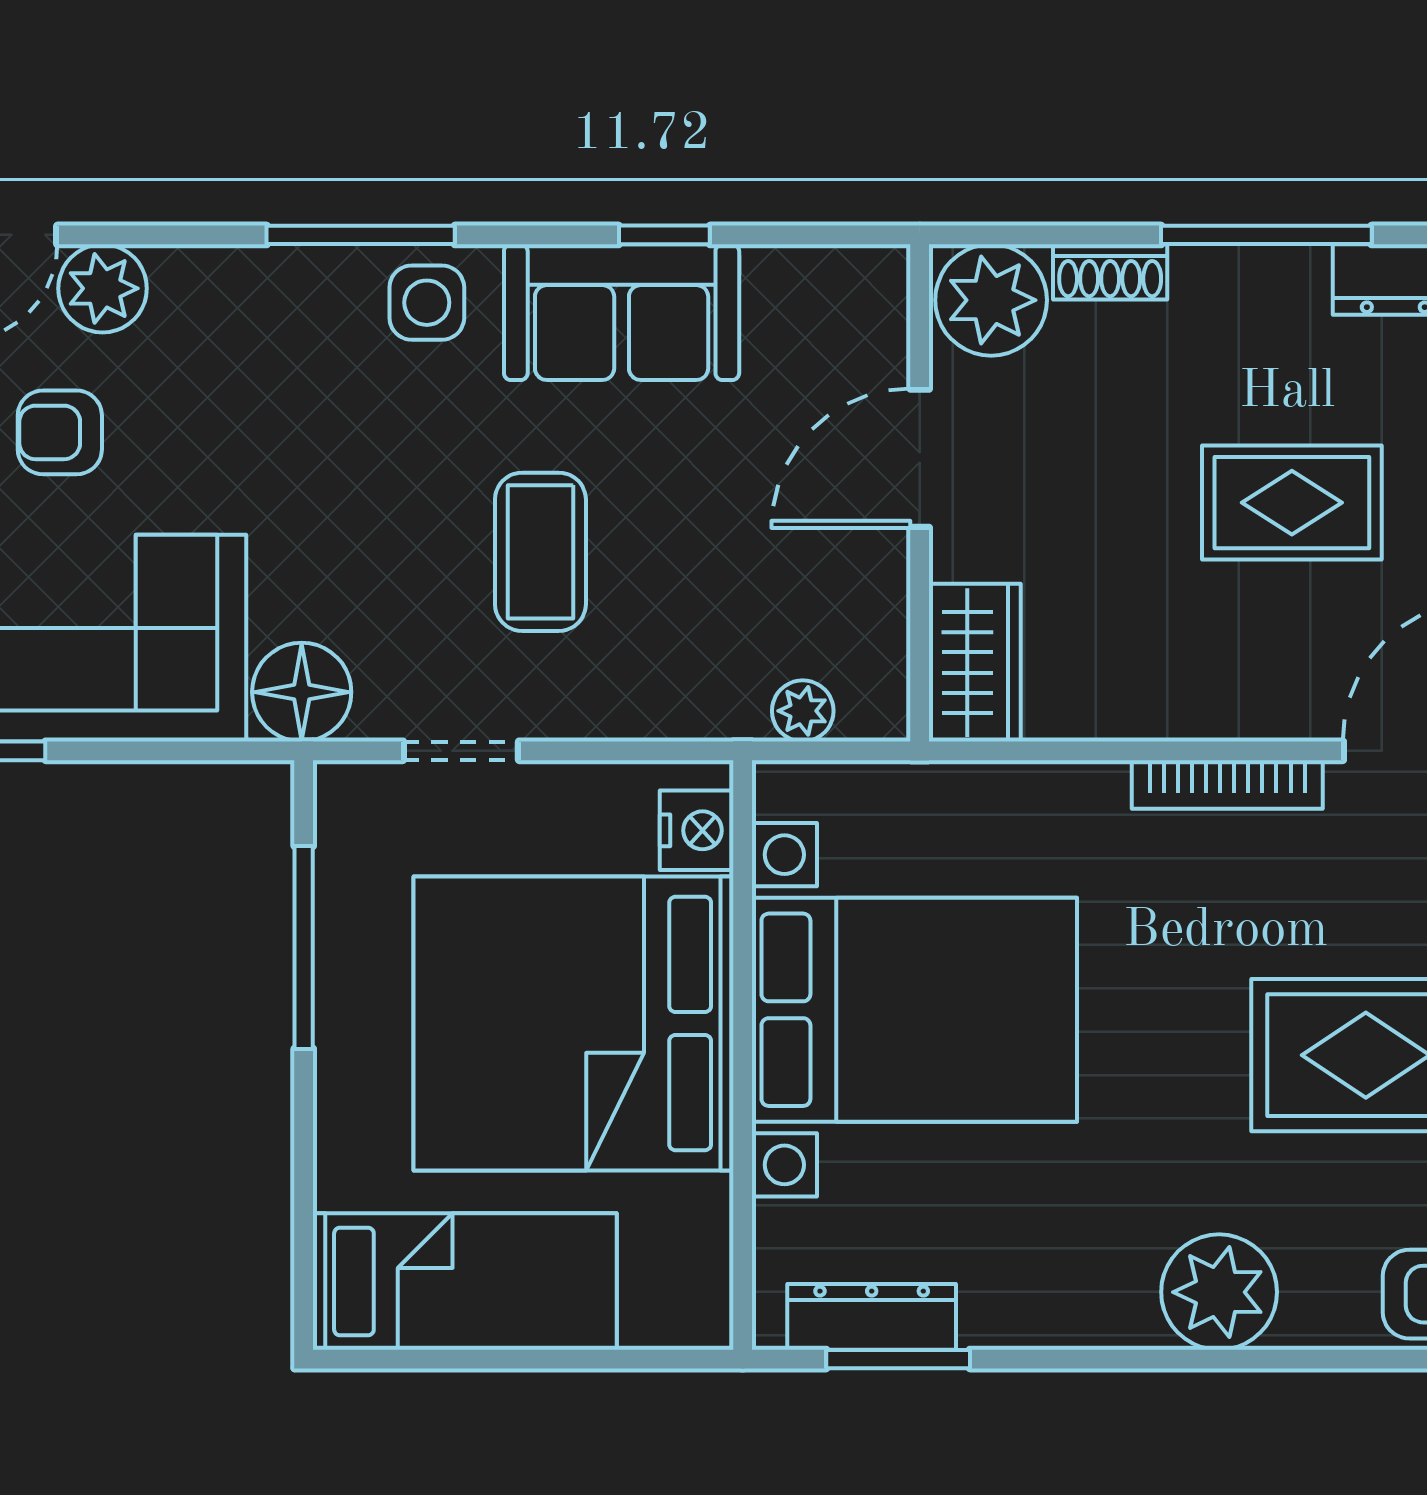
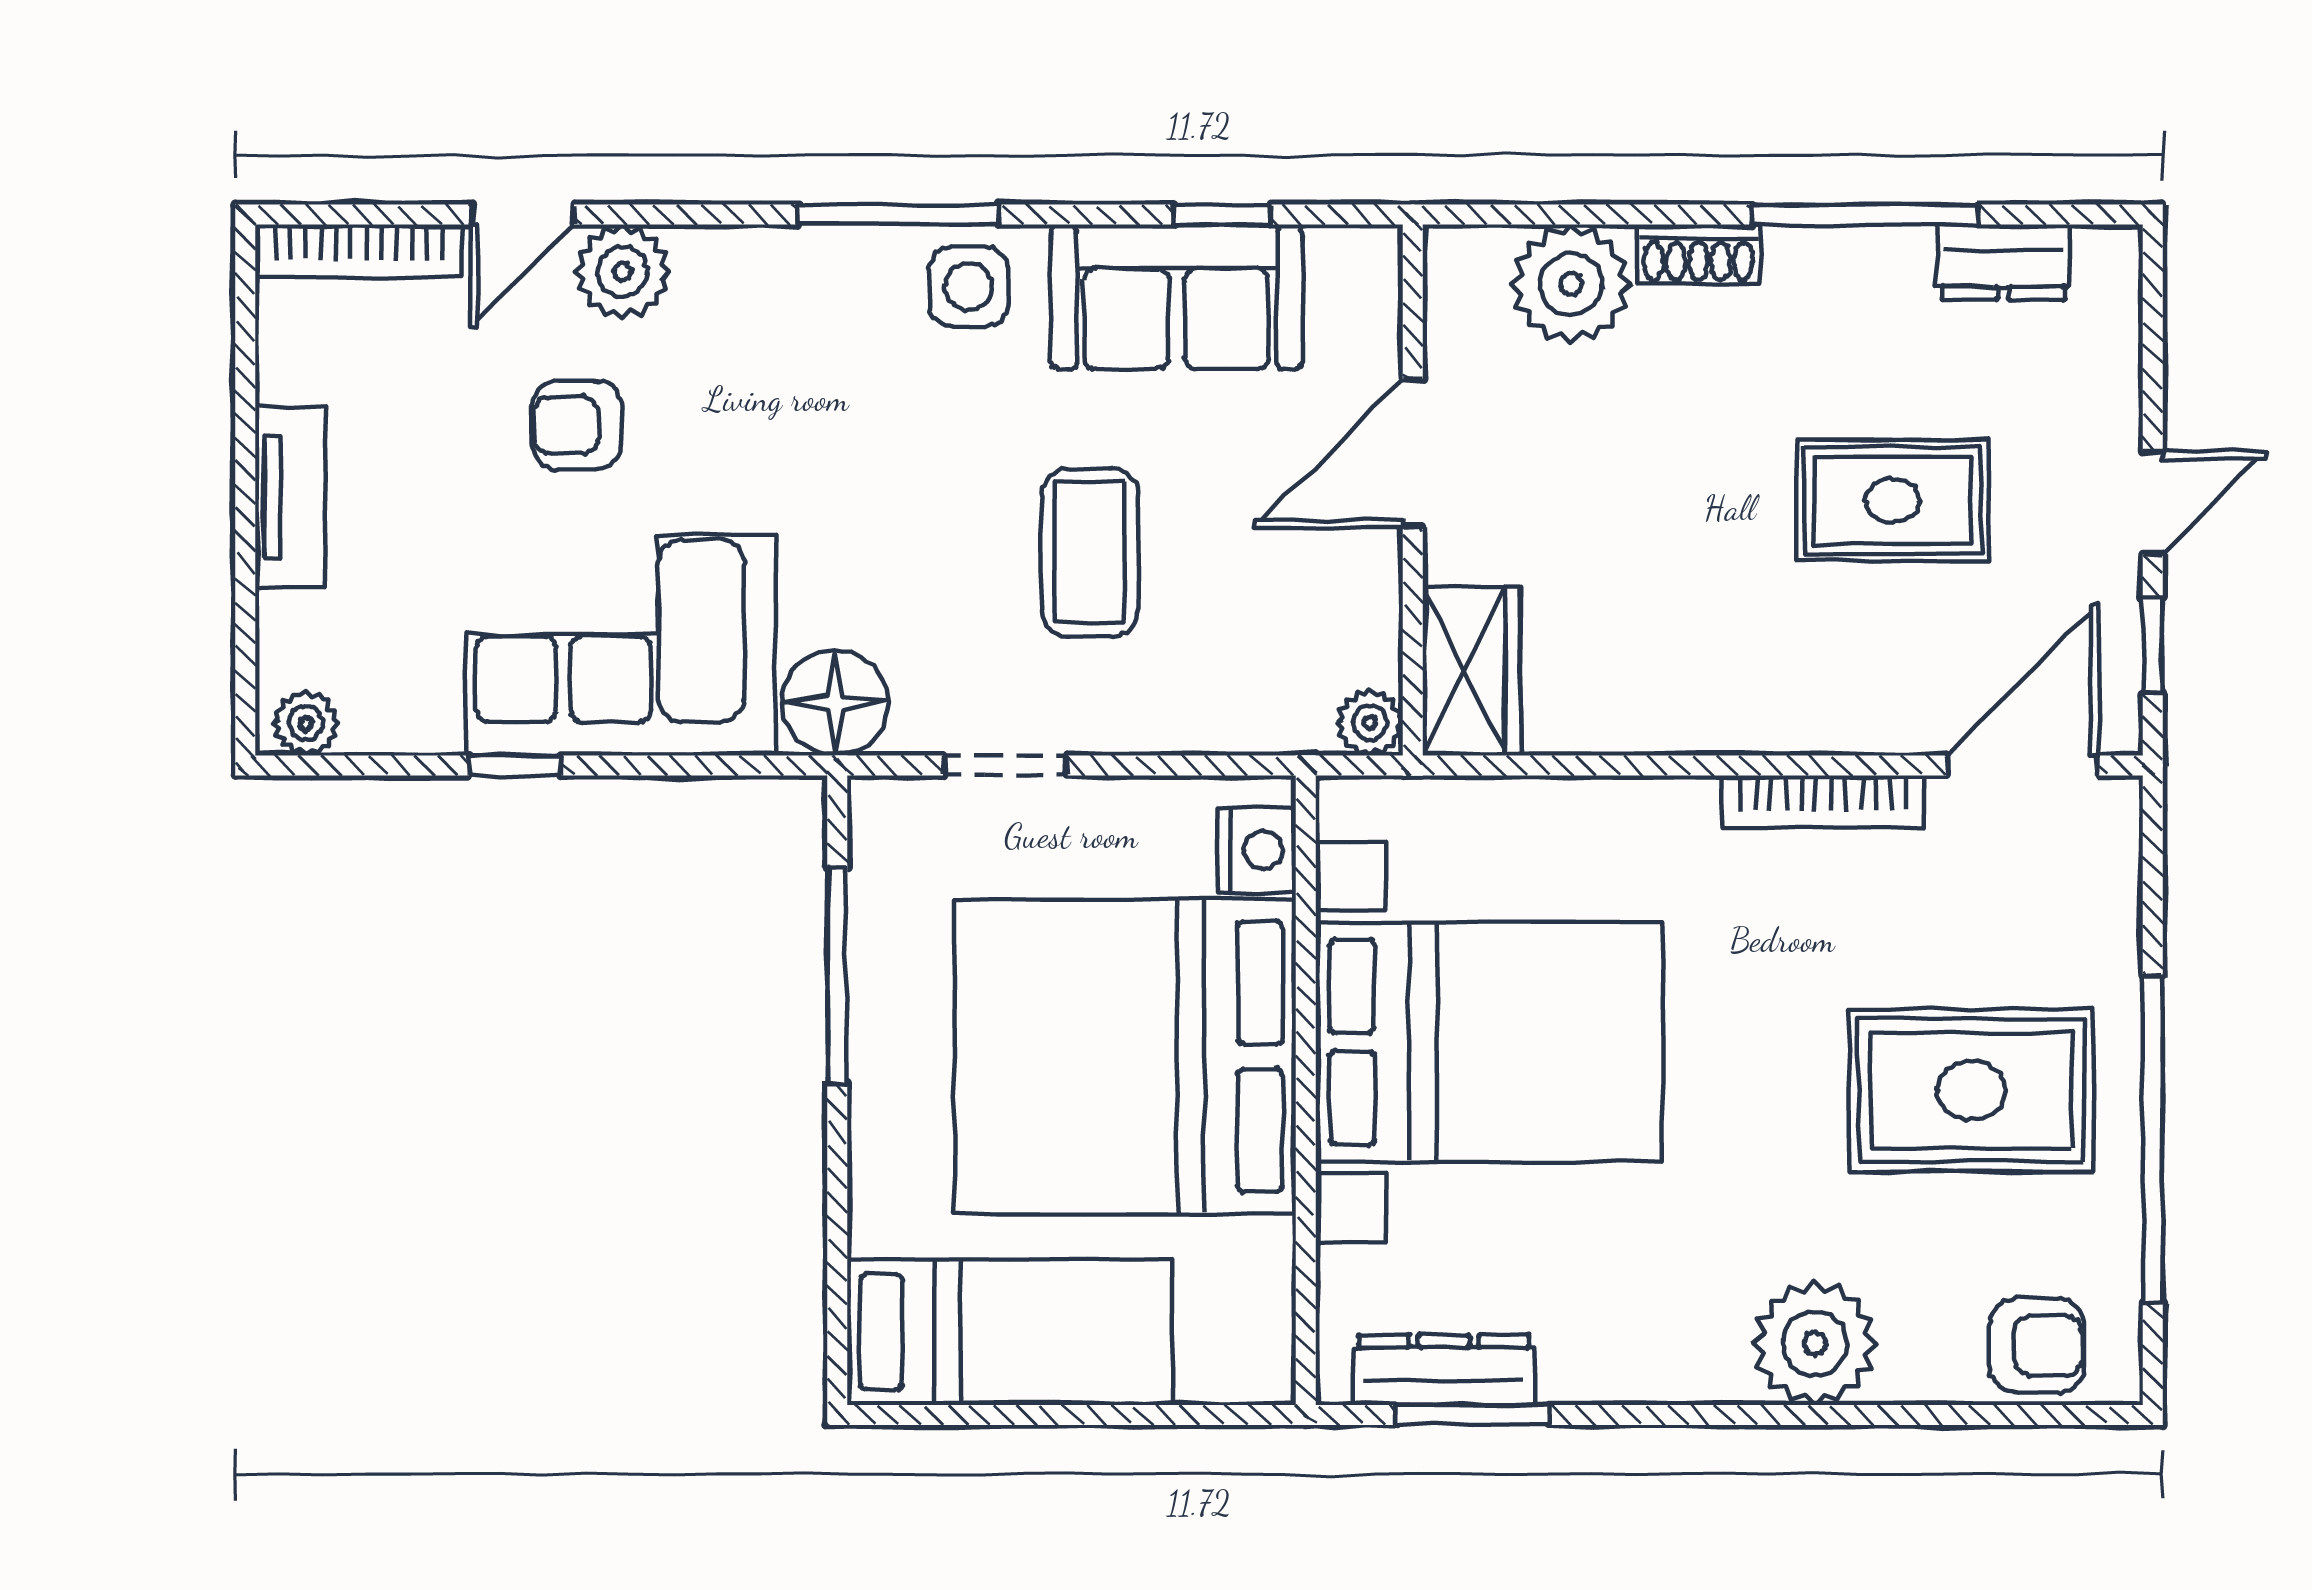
door: (920, 458) -> (1413, 453), moved
wall: (920, 493) -> (1413, 490), moved
wardrobe: (975, 663) -> (1472, 671), moved

